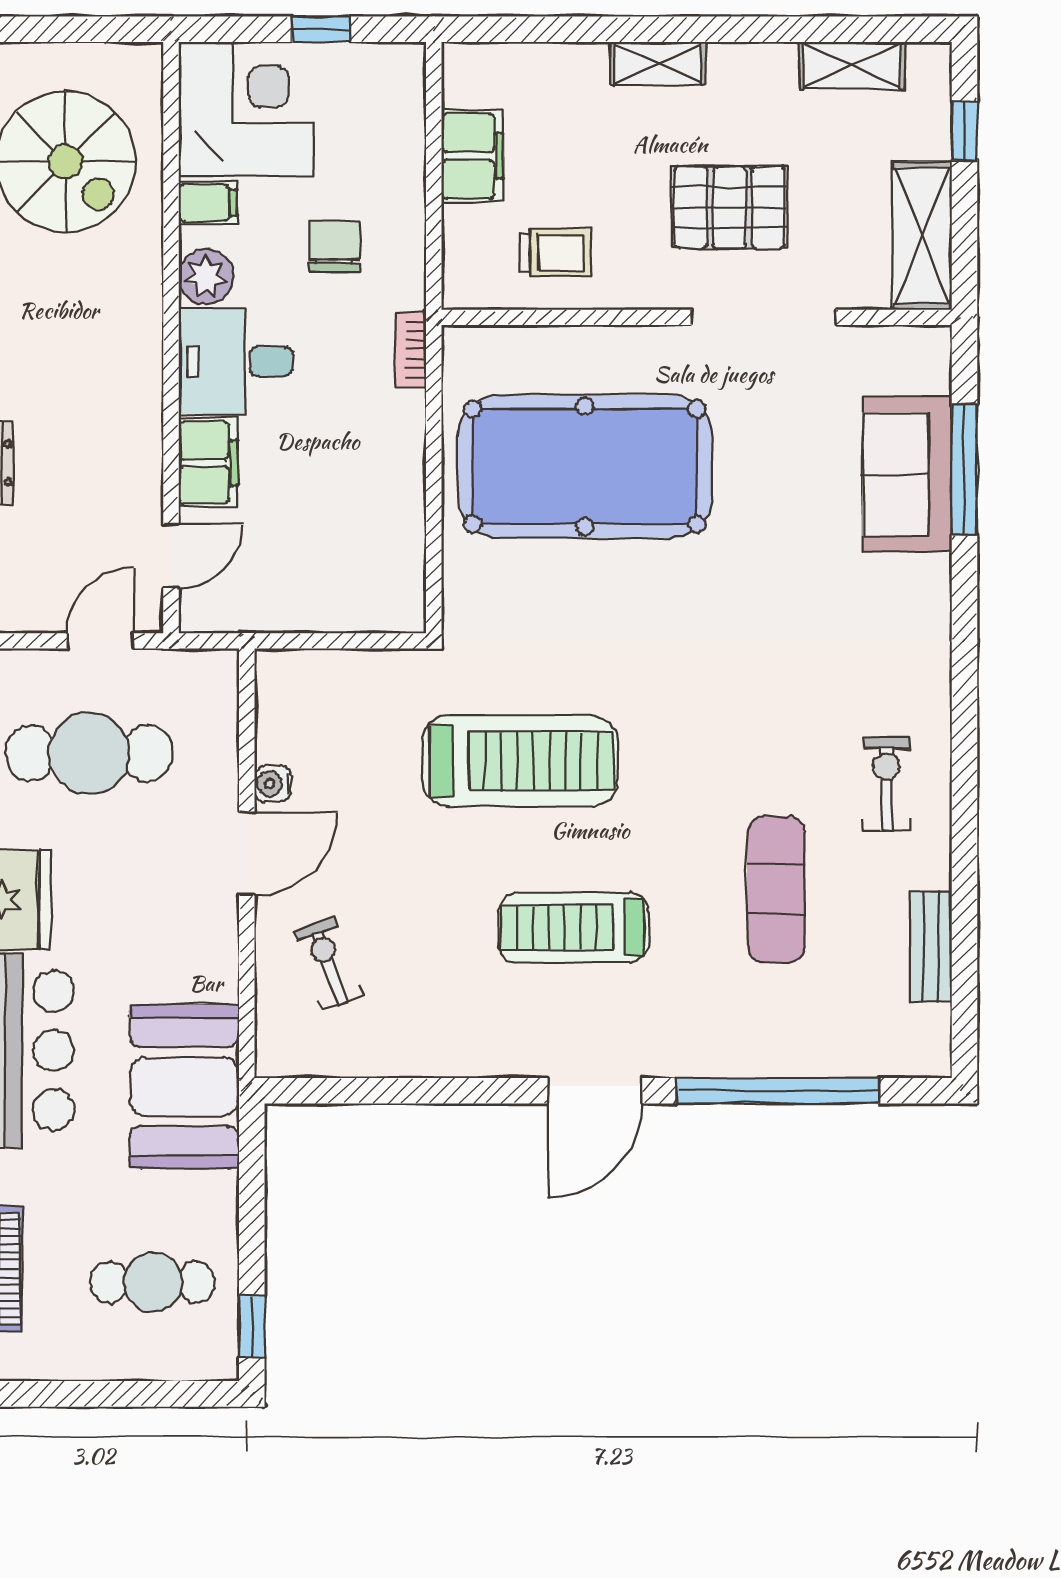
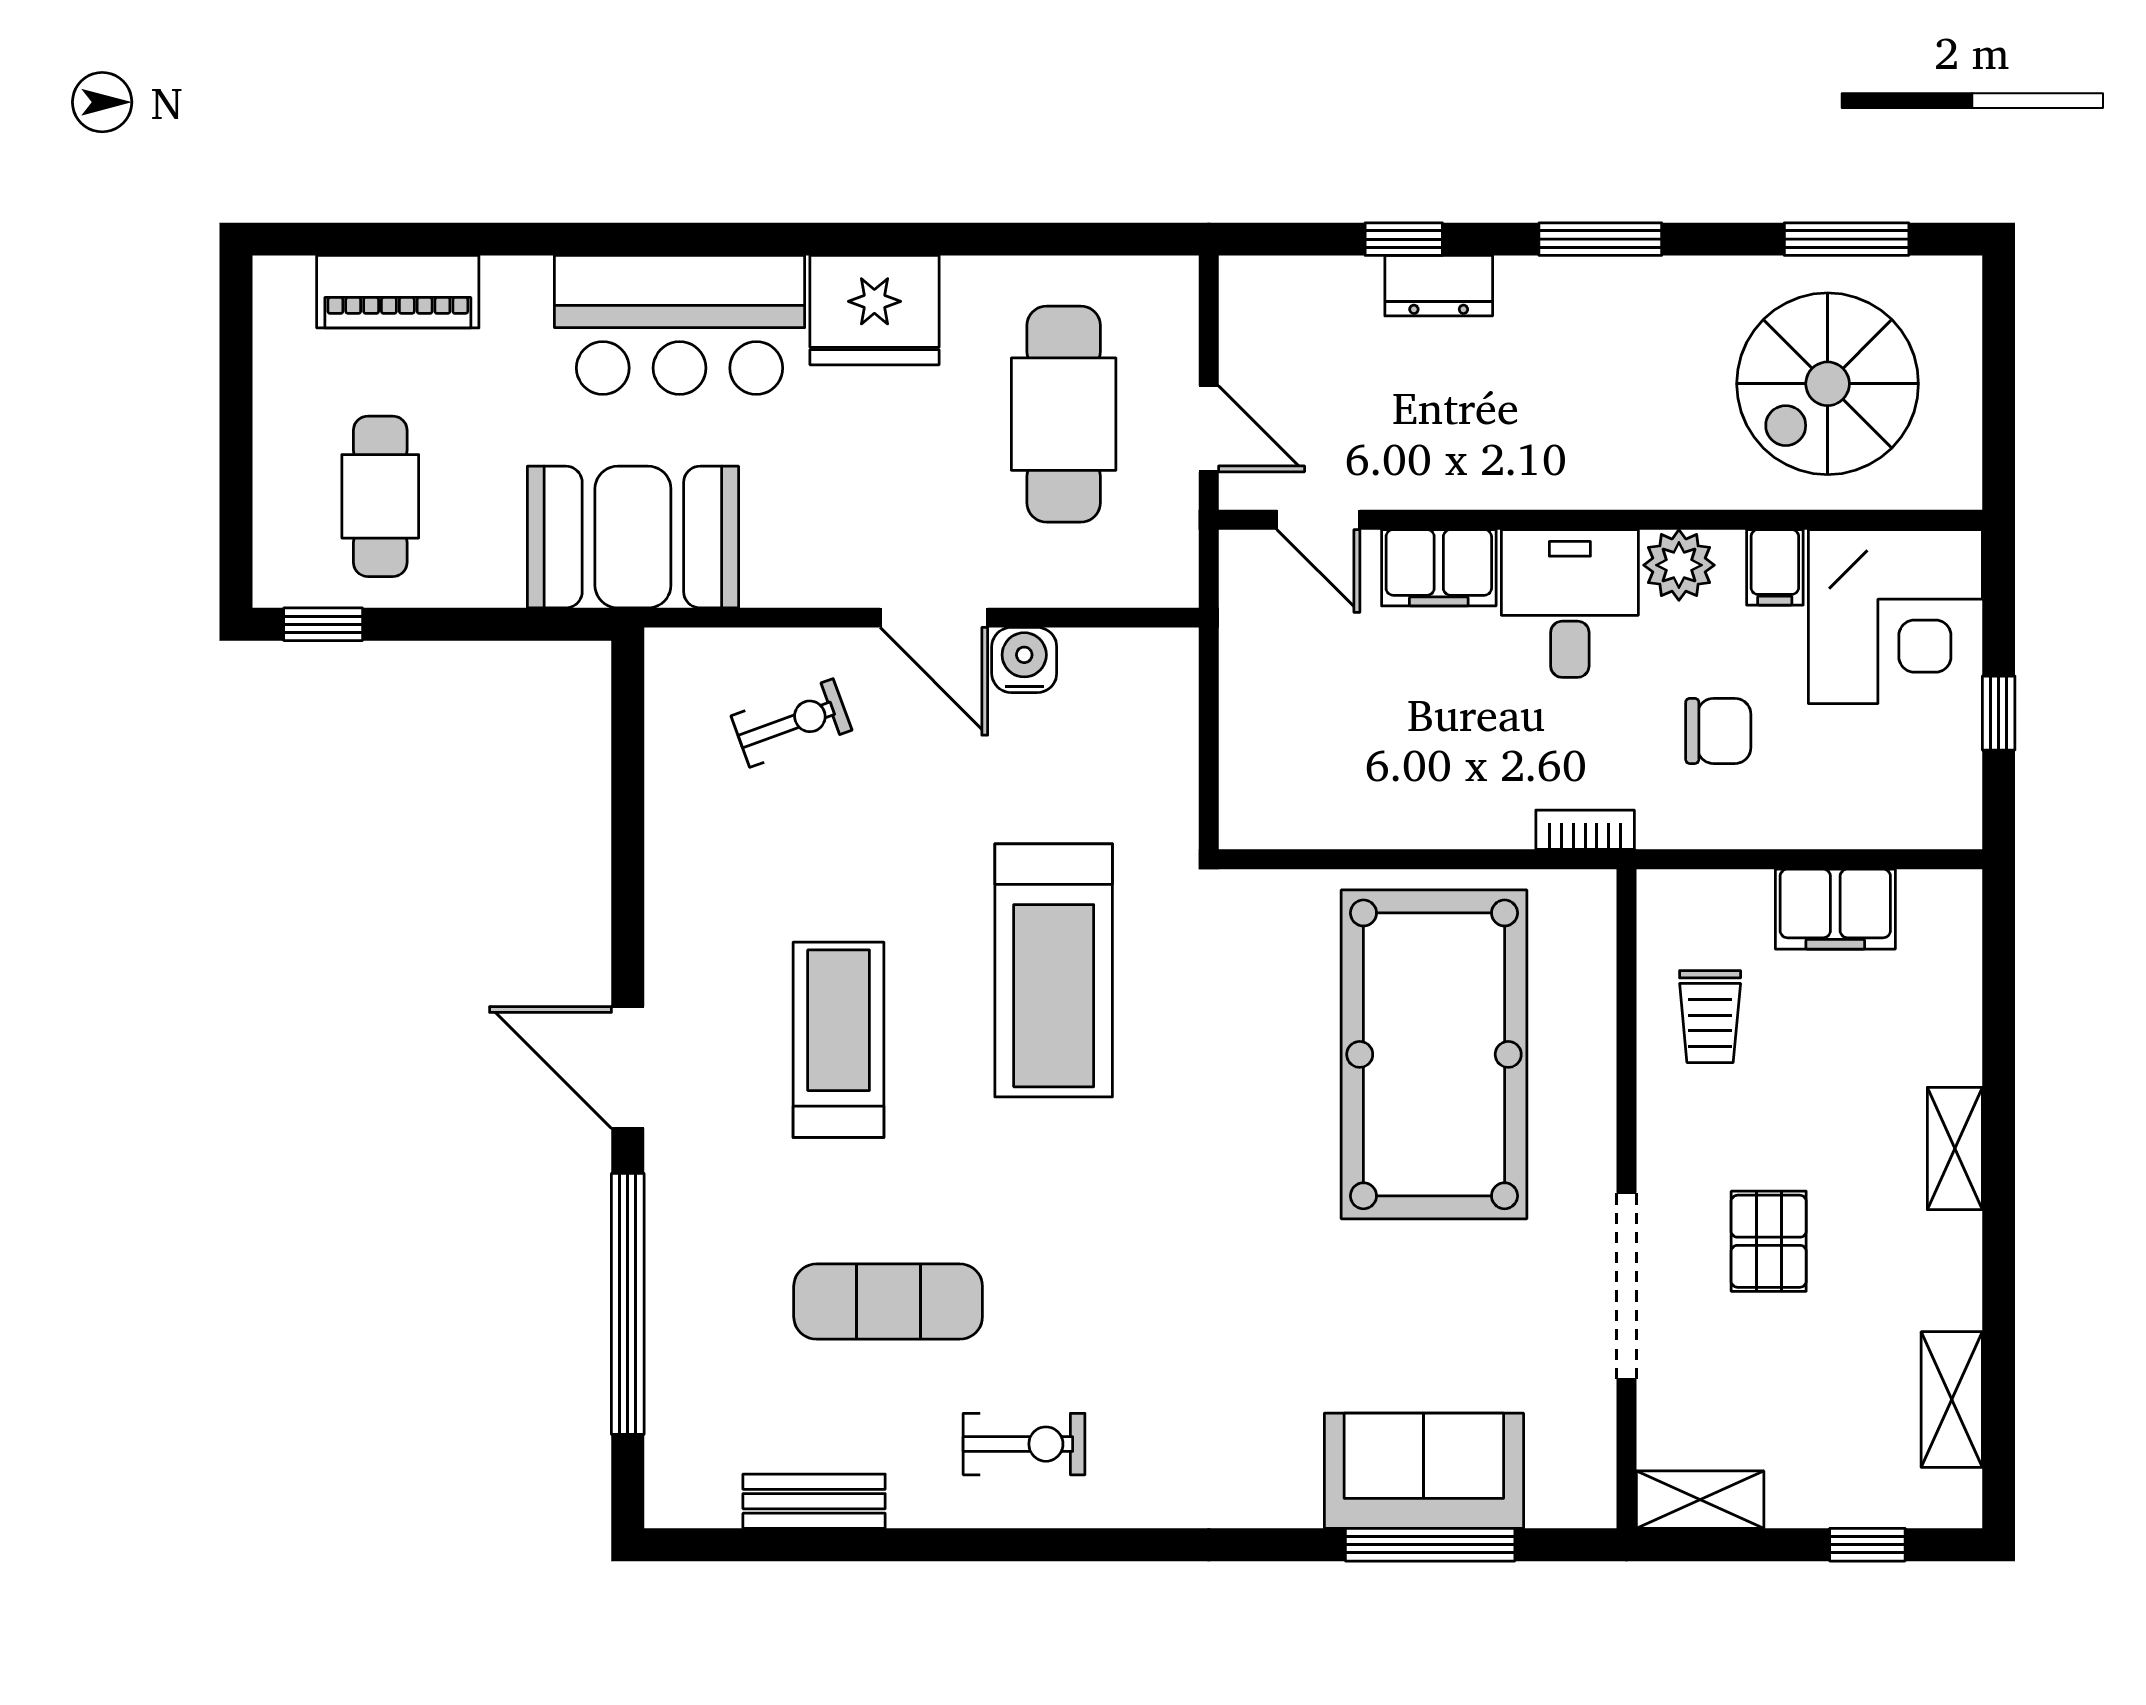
pallet: (729, 207) -> (1769, 1241), width x0.67, depth x0.71
shelving: (922, 236) -> (1700, 1500), width x0.67, depth x0.75
water cooler: (273, 784) -> (1024, 660), width x1.38, depth x1.38

